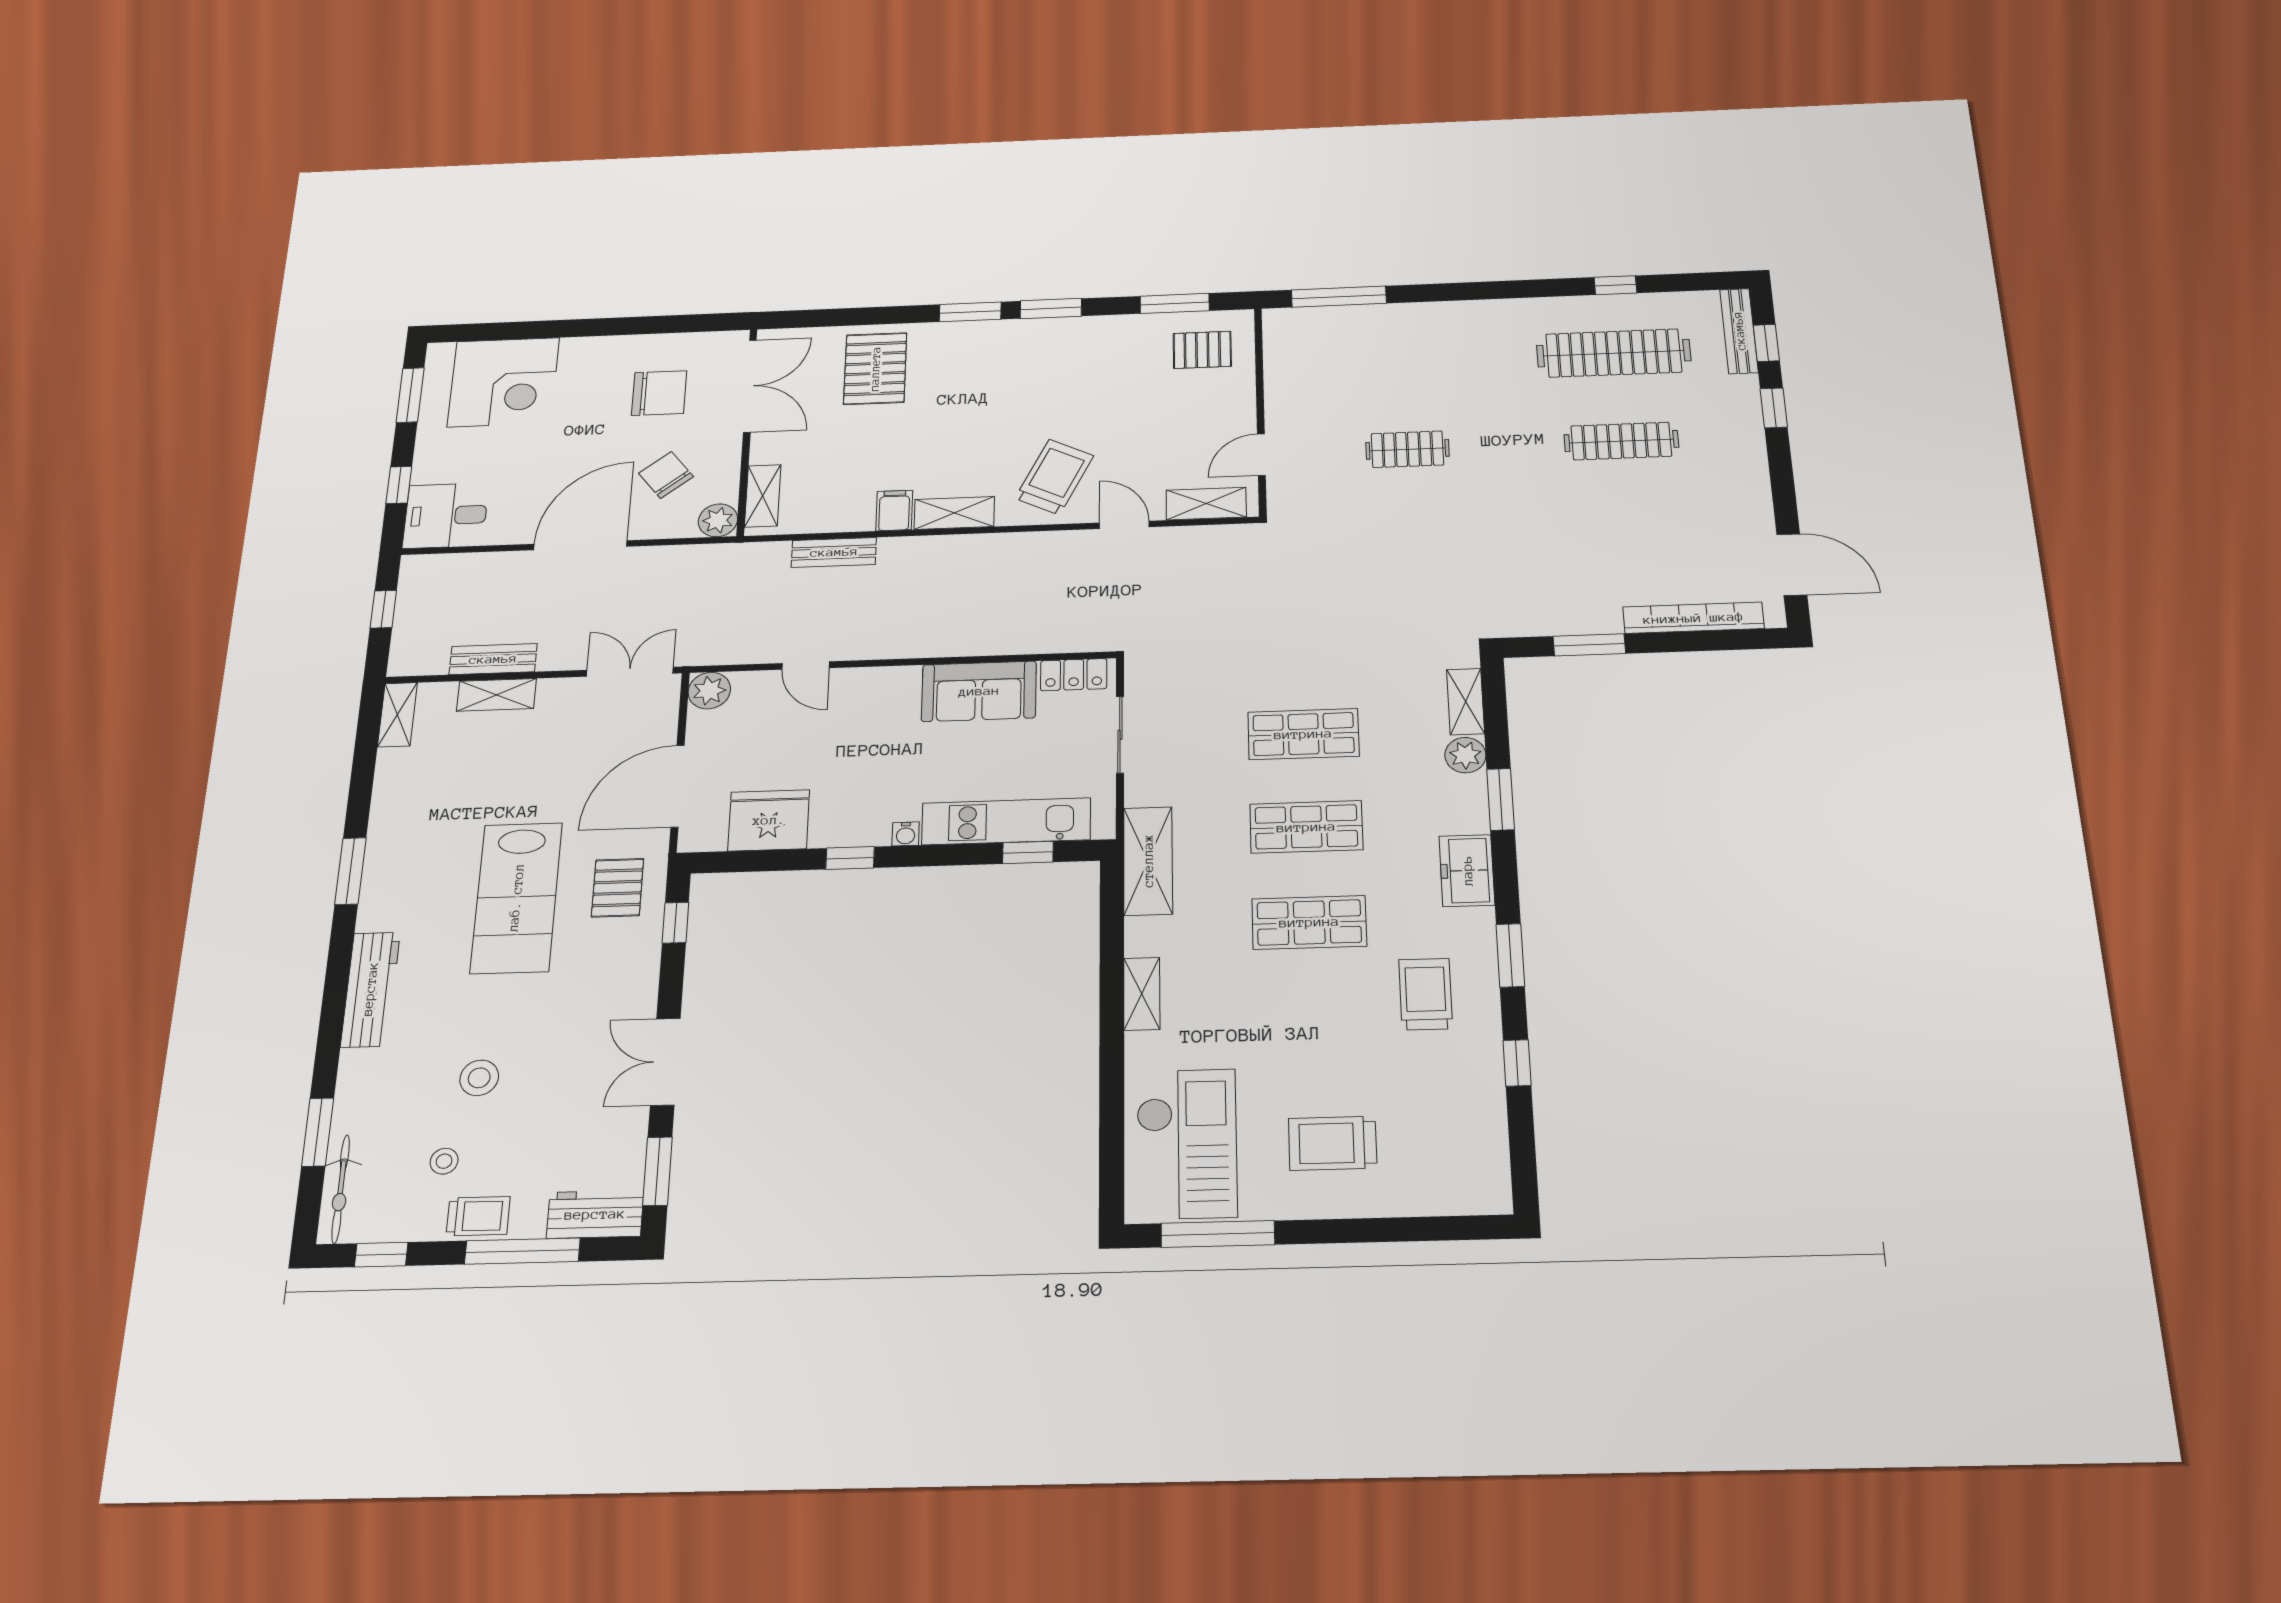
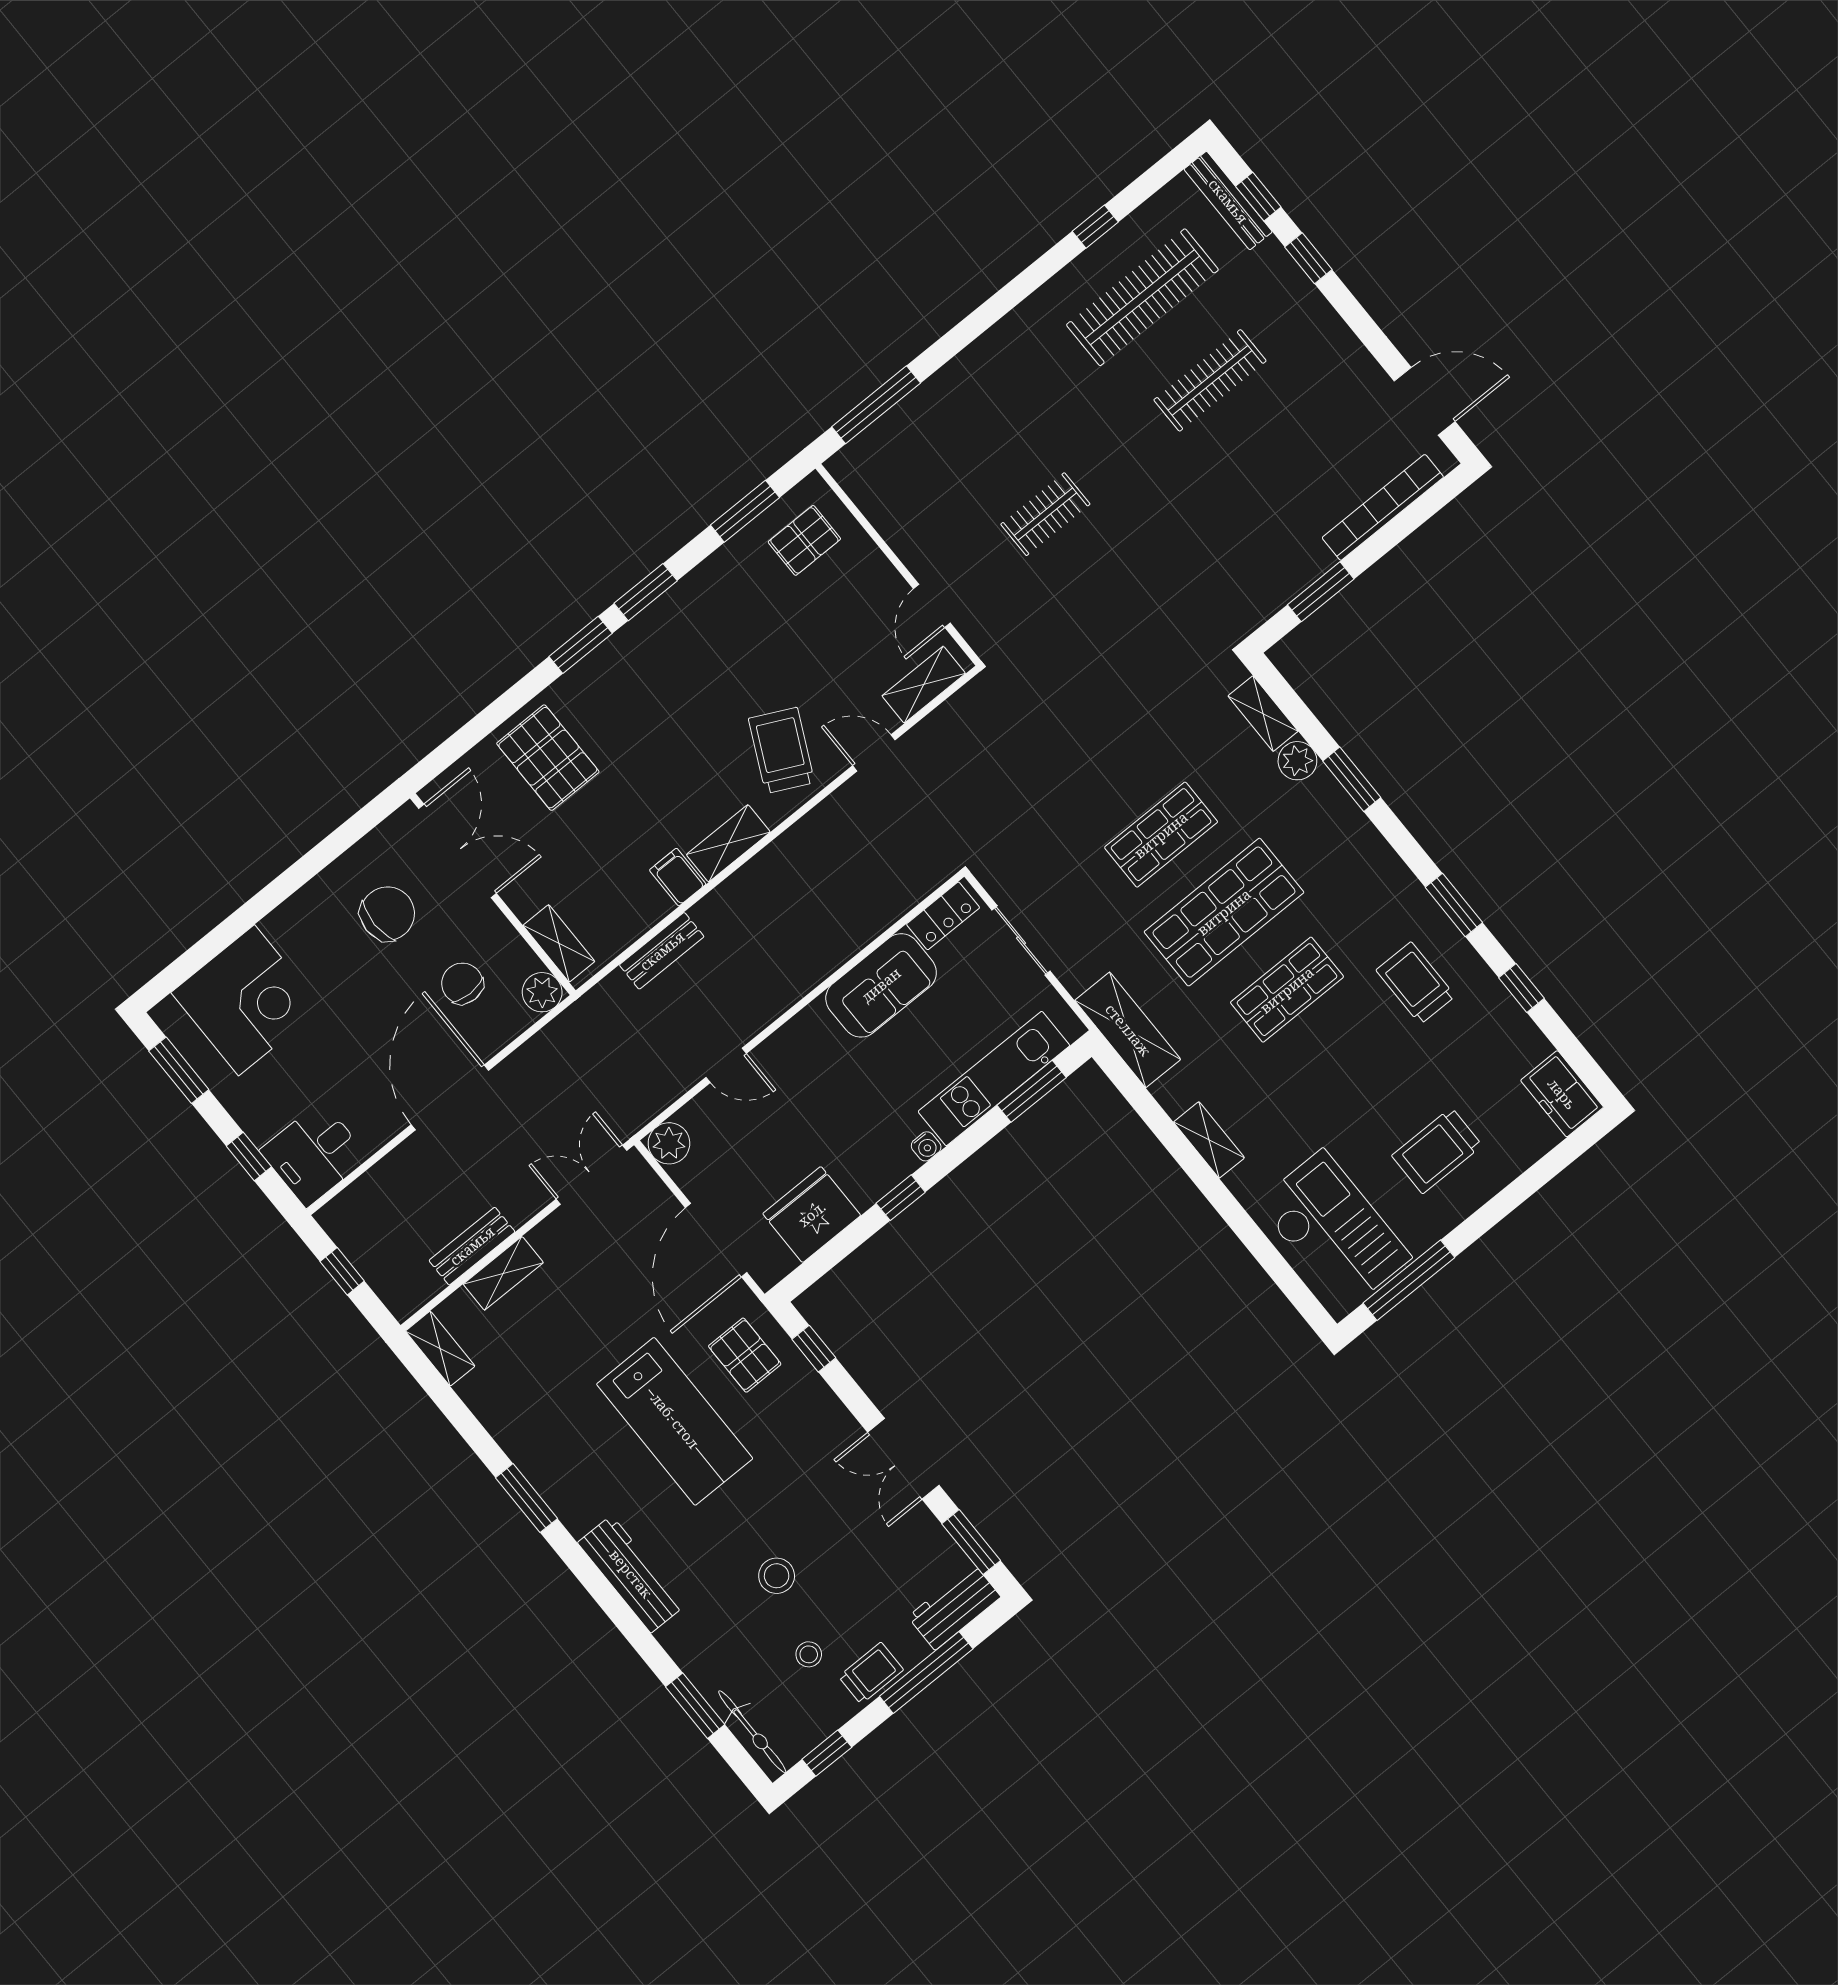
chair: (666, 475) -> (462, 983), turned 38
shop shelf: (1306, 827) -> (1224, 912), width x1.43, depth x1.36
window: (1028, 852) -> (1032, 1091), width x1.50
freezer: (1467, 871) -> (1562, 1094), moved

